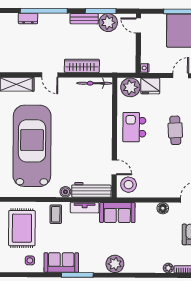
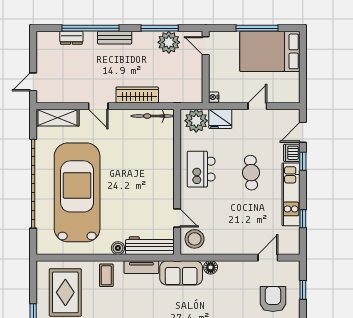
bench: (84, 19) -> (115, 38), moved
floor lamp: (163, 208) -> (211, 267), moved

